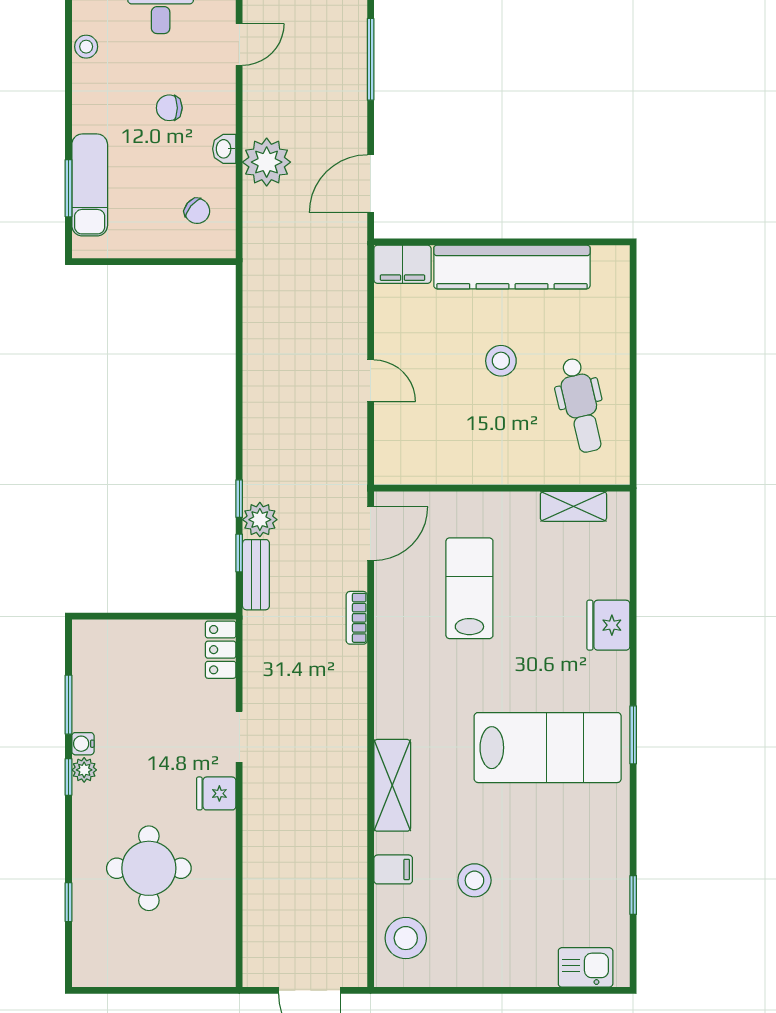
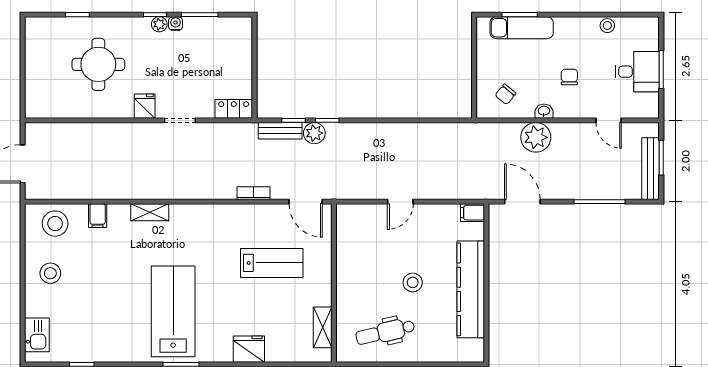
filing cabinet: (402, 264) -> (472, 213), width x0.50
lab bench: (548, 748) -> (173, 311), turned 180
shelving: (392, 785) -> (150, 212), width x0.67, depth x0.75
stool: (474, 880) -> (50, 273), moved

